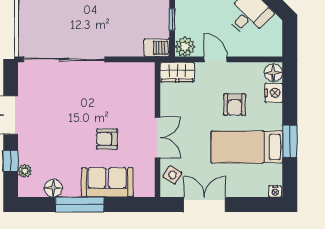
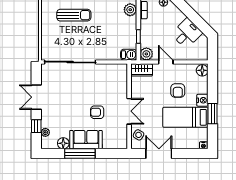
nightstand: (274, 93) -> (202, 100), moved
sofa: (107, 182) -> (86, 140), moved

